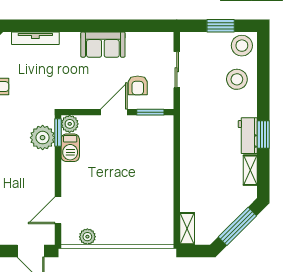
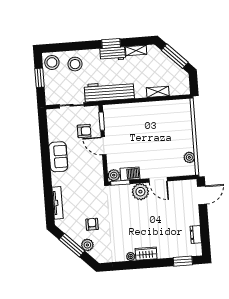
workbench: (193, 126) -> (109, 91), added
plant: (43, 138) -> (140, 192), moved
door: (58, 210) -> (158, 180), moved
shelving: (187, 229) -> (158, 92), moved

